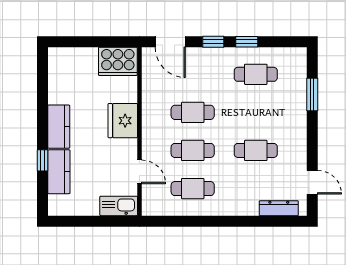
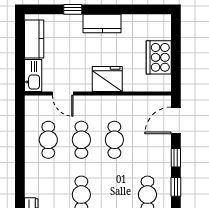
cooker: (118, 61) -> (159, 57), moved
kitchen counter: (59, 172) -> (34, 39), moved, turned -90
door: (140, 172) -> (63, 94), hinge flipped

